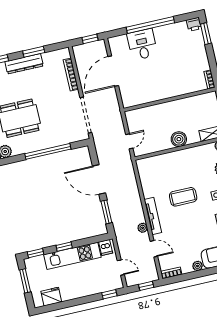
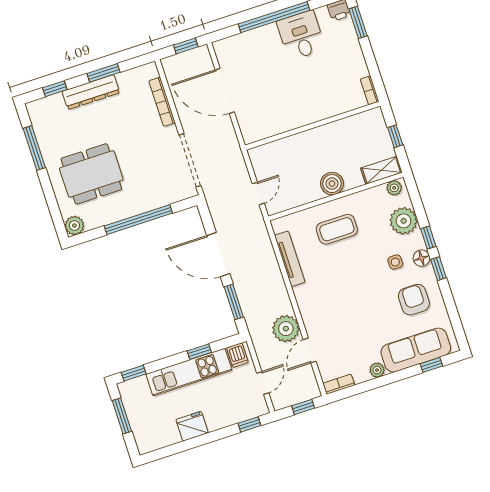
desk: (142, 44) -> (301, 35), moved
door: (113, 71) -> (225, 91), hinge flipped
coffee table: (183, 197) -> (337, 229), moved
tv unit: (153, 216) -> (290, 259), moved
plant: (143, 228) -> (286, 329), width x1.88, depth x1.88
window: (64, 247) -> (199, 352), moved
door: (154, 249) -> (310, 350), swing flipped
door: (121, 268) -> (263, 383), hinge flipped
fridge: (51, 297) -> (192, 426), moved

